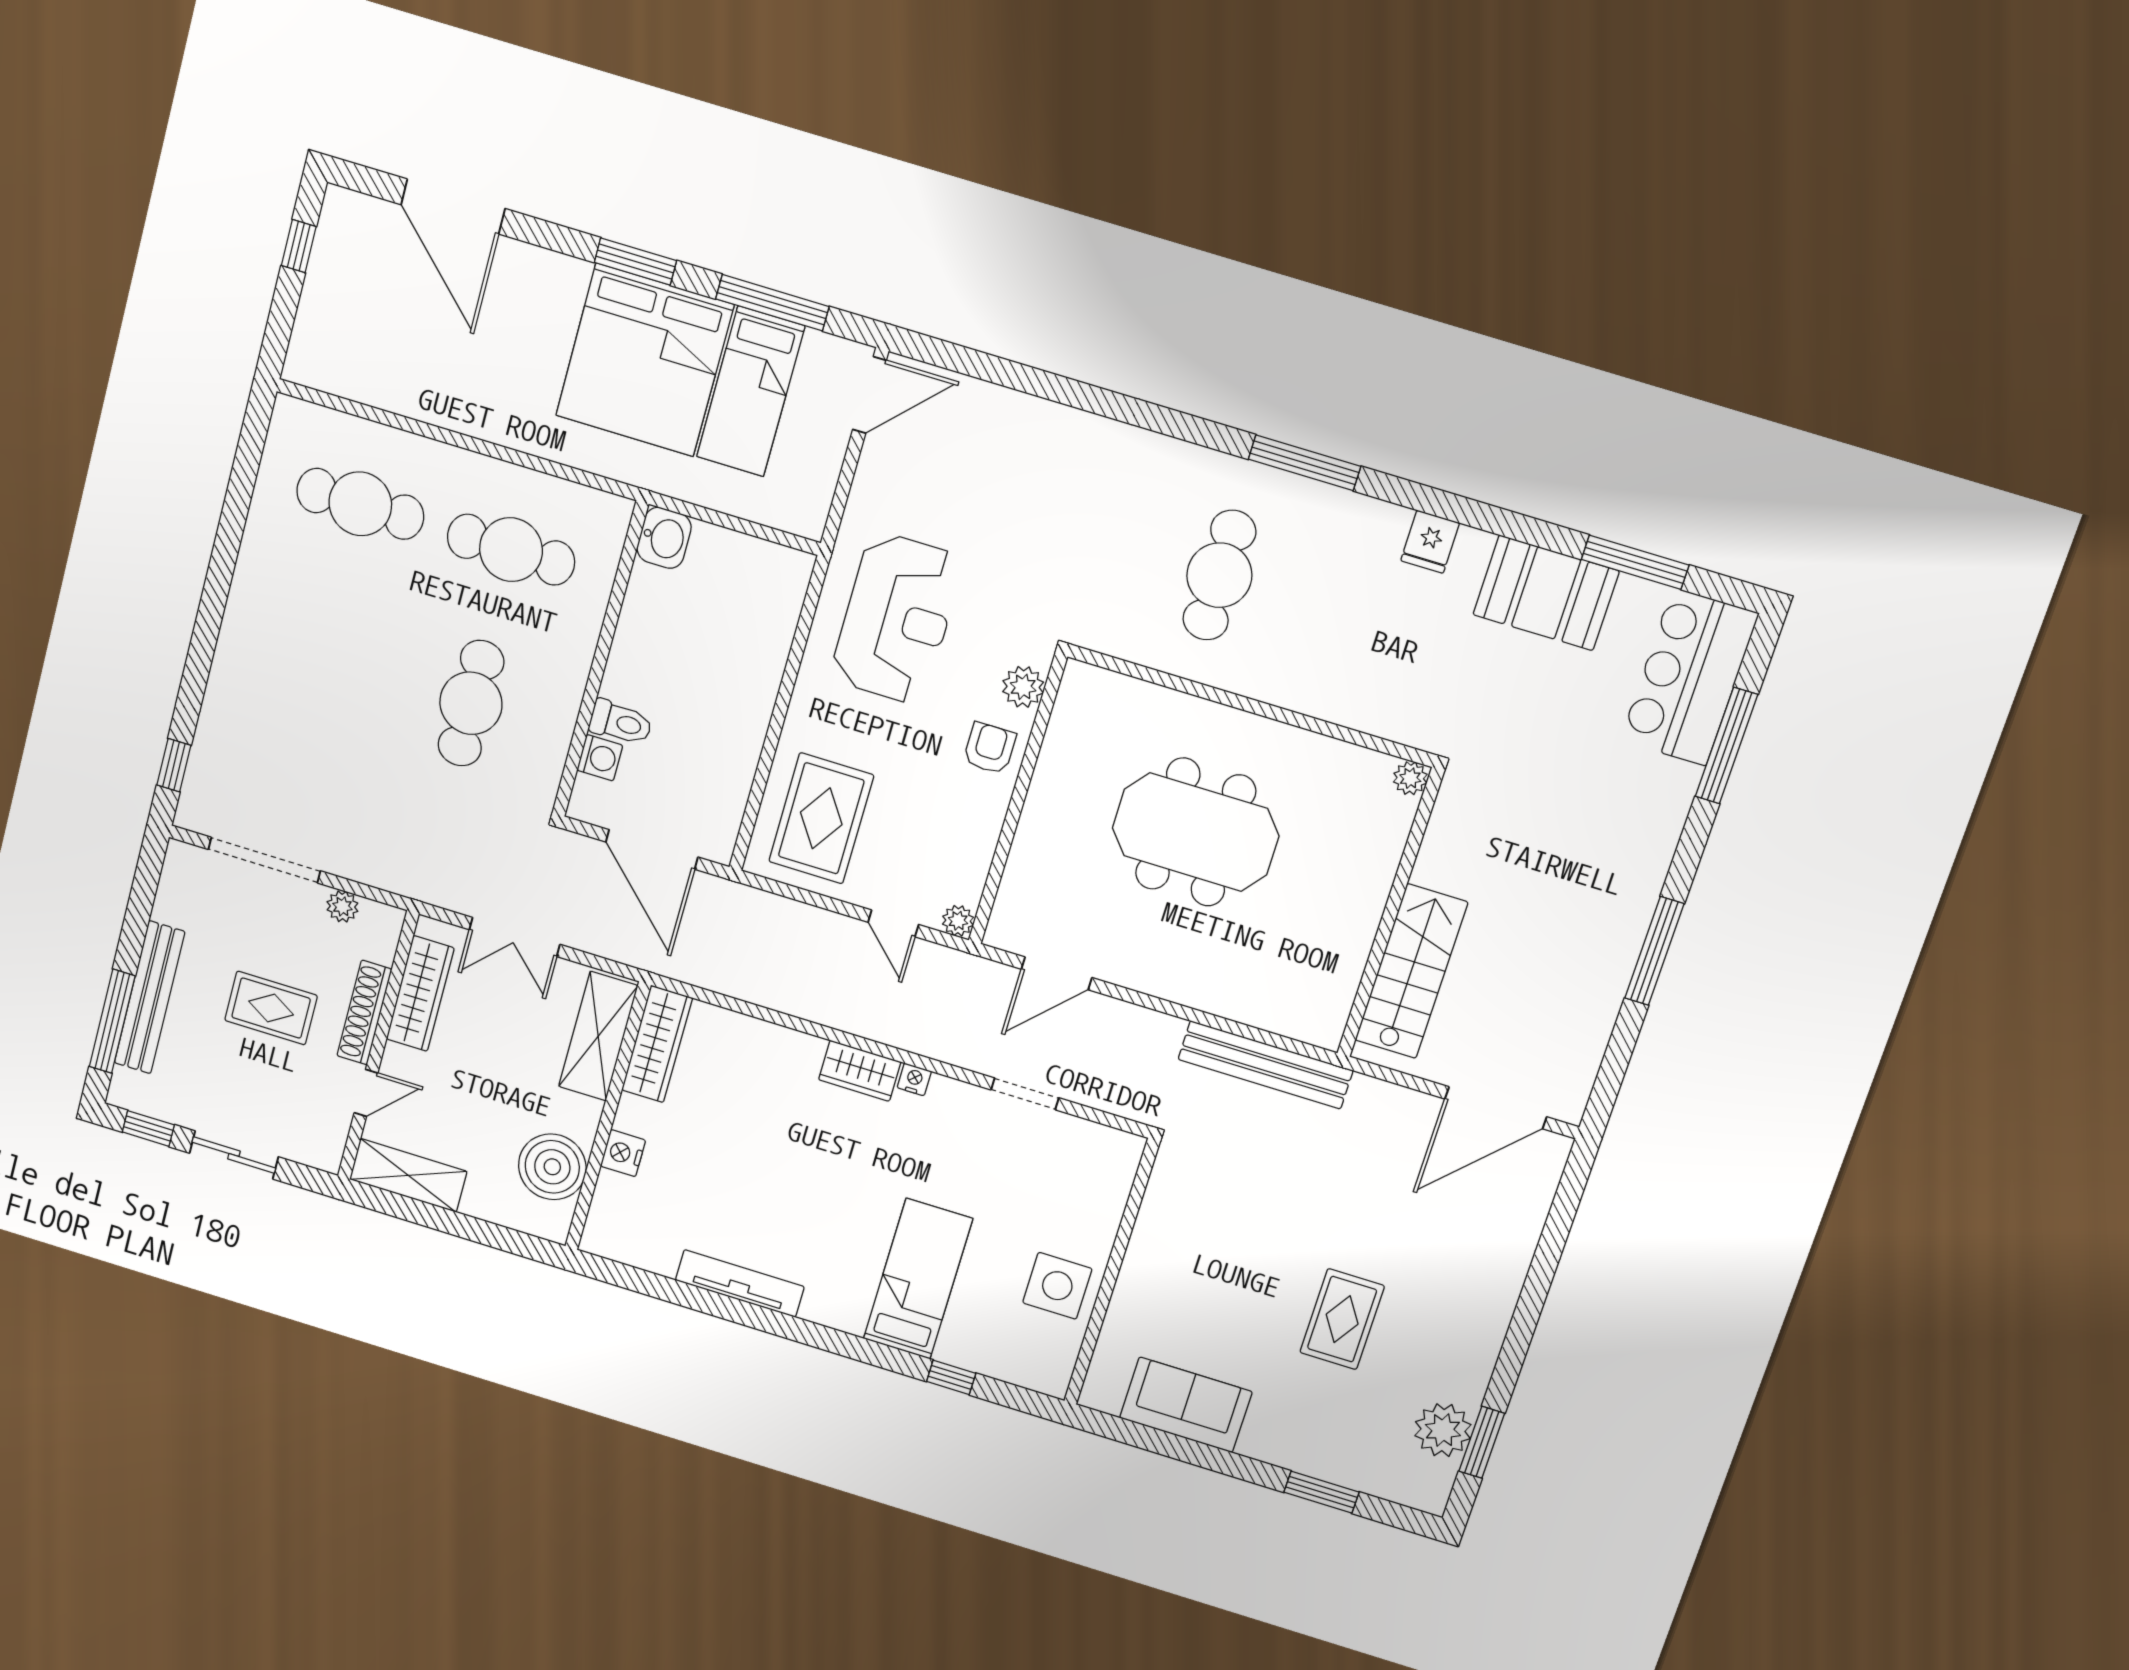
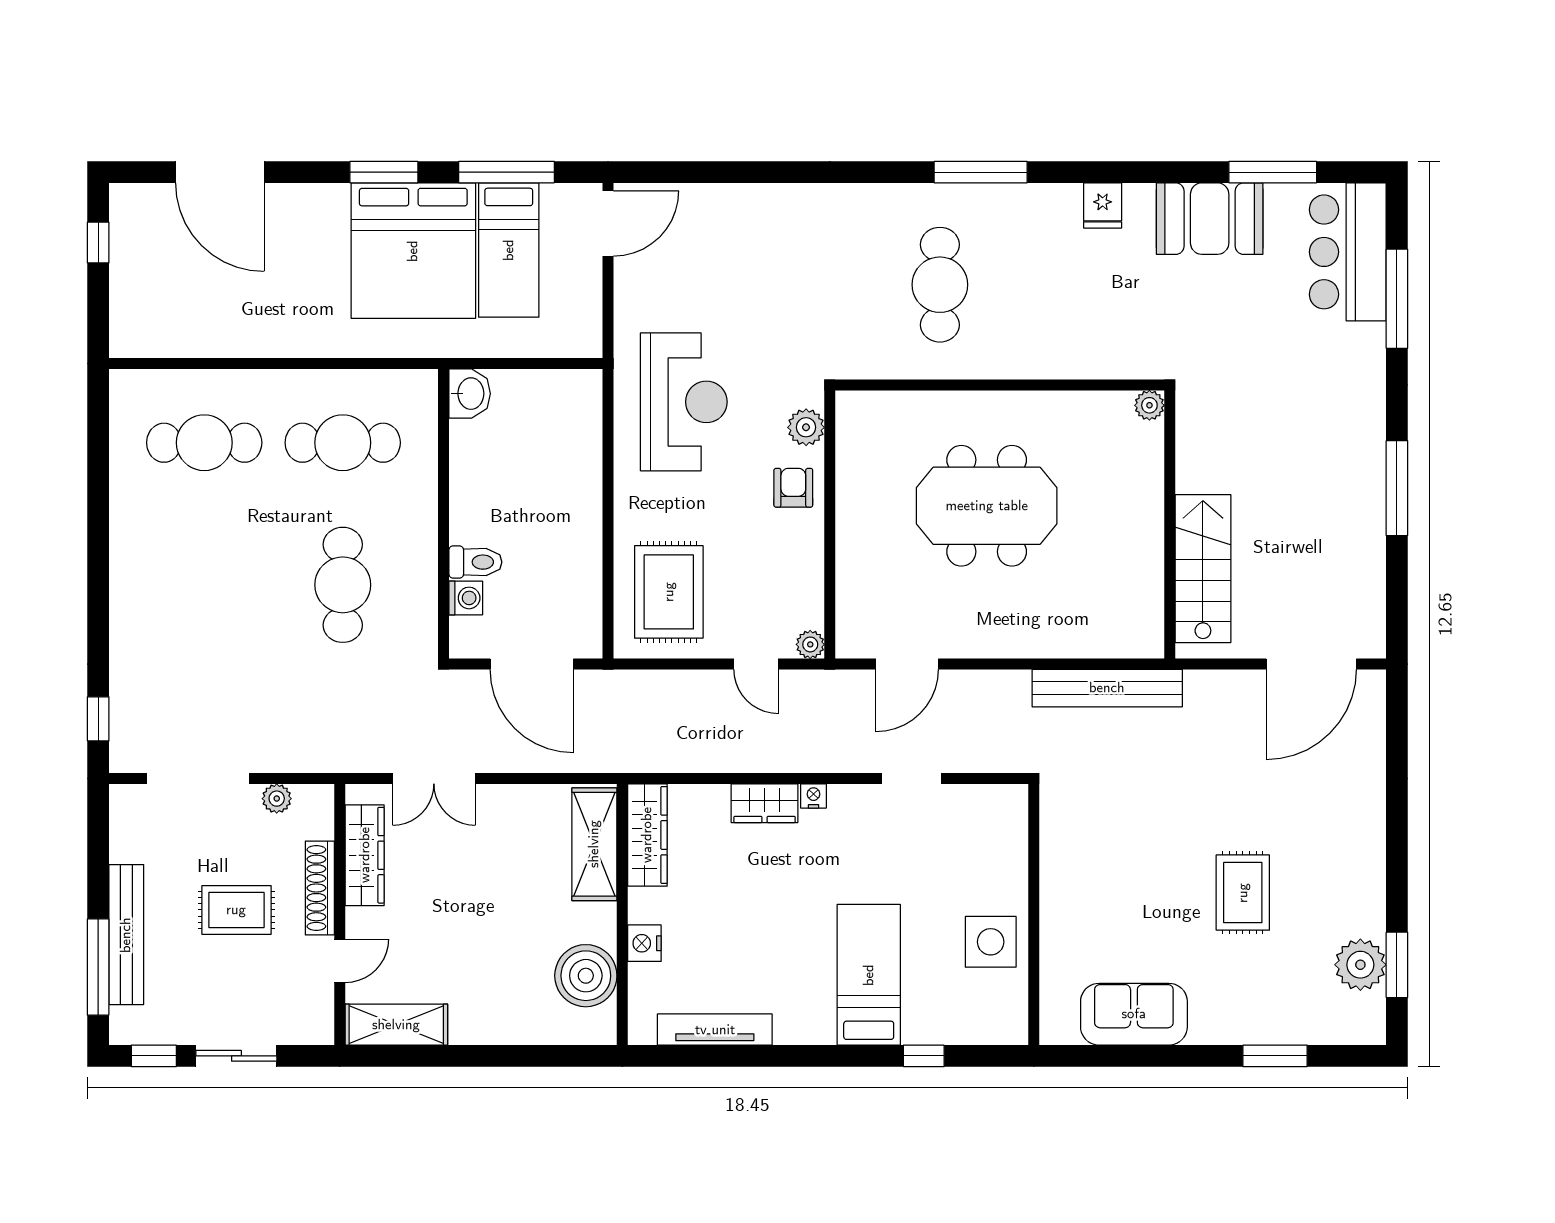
shelving: (598, 1036) -> (594, 844), moved
wardrobe: (657, 1044) -> (647, 835), moved
wall: (608, 1117) -> (622, 914), moved
nightstand: (623, 1153) -> (644, 943), moved
boiler: (552, 1167) -> (586, 976), moved

